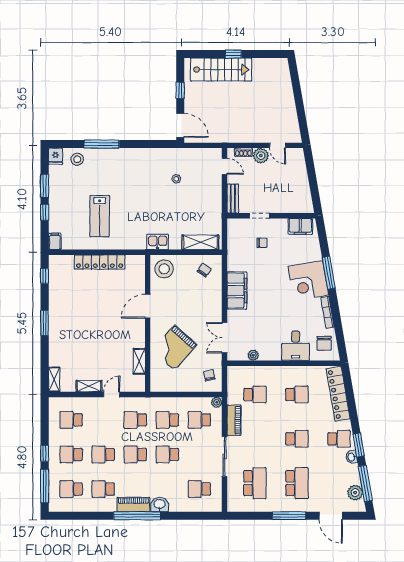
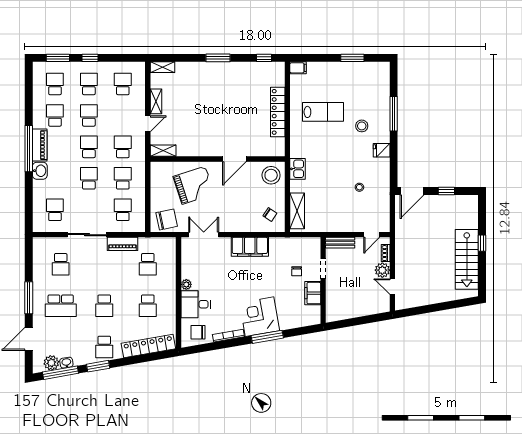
stairs: (221, 70) -> (467, 259), moved
door: (278, 145) -> (392, 287), hinge flipped
fridge: (55, 156) -> (382, 150), moved
stool: (77, 159) -> (362, 126), moved
window: (45, 212) -> (327, 58), removed
lab bench: (100, 216) -> (323, 112), turned 180
filing cabinet: (300, 226) -> (313, 293), moved
door: (148, 306) -> (234, 159), swing flipped
grand piano: (174, 348) -> (194, 185), turned 120
plant: (253, 355) -> (186, 284), moved
shelving: (139, 361) -> (163, 151), moved
chair: (209, 375) -> (167, 219), width x1.87, depth x1.87
door: (112, 394) -> (148, 124), hinge flipped
plant: (217, 402) -> (140, 227), removed
washbasin: (351, 457) -> (66, 363), moved
school desk: (255, 483) -> (61, 264), width x0.54
window: (45, 486) -> (58, 58), width x0.69

